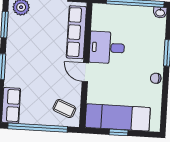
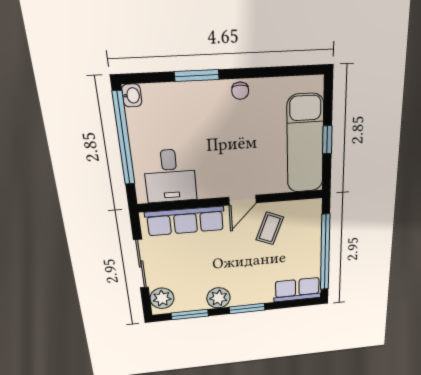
plant: (14, 47) -> (218, 298), added
desk: (107, 48) -> (170, 176), moved
coffee table: (64, 109) -> (270, 228), moved

